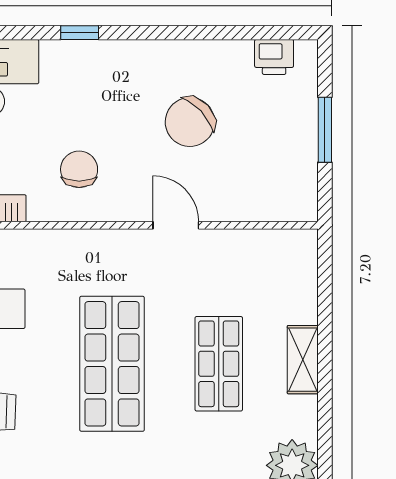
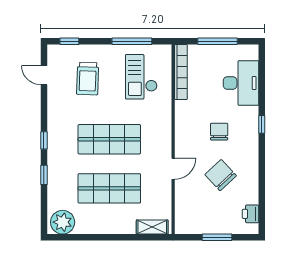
chair: (79, 169) -> (219, 132), moved, turned -90
shelving: (303, 360) -> (152, 227), moved
shop shelf: (219, 364) -> (109, 188), width x1.43, depth x1.36

